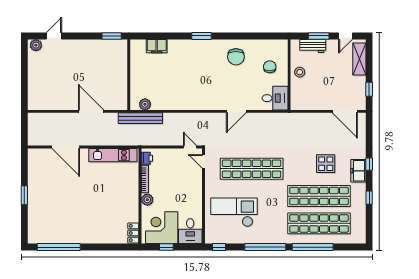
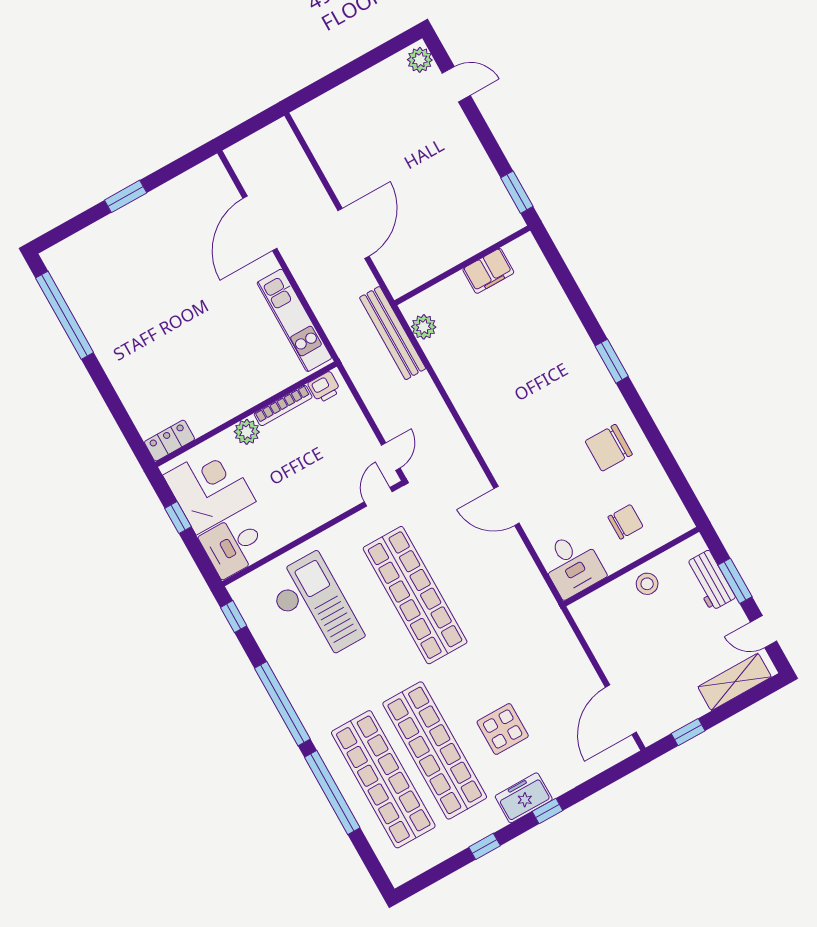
filing cabinet: (157, 46) -> (488, 271), moved, turned -90

